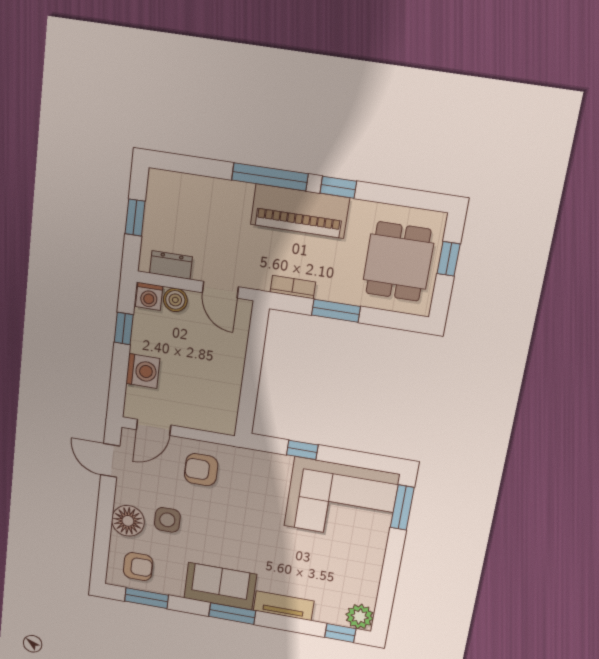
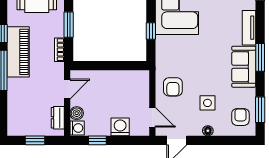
floor lamp: (128, 521) -> (208, 131), width x0.53, depth x0.53

